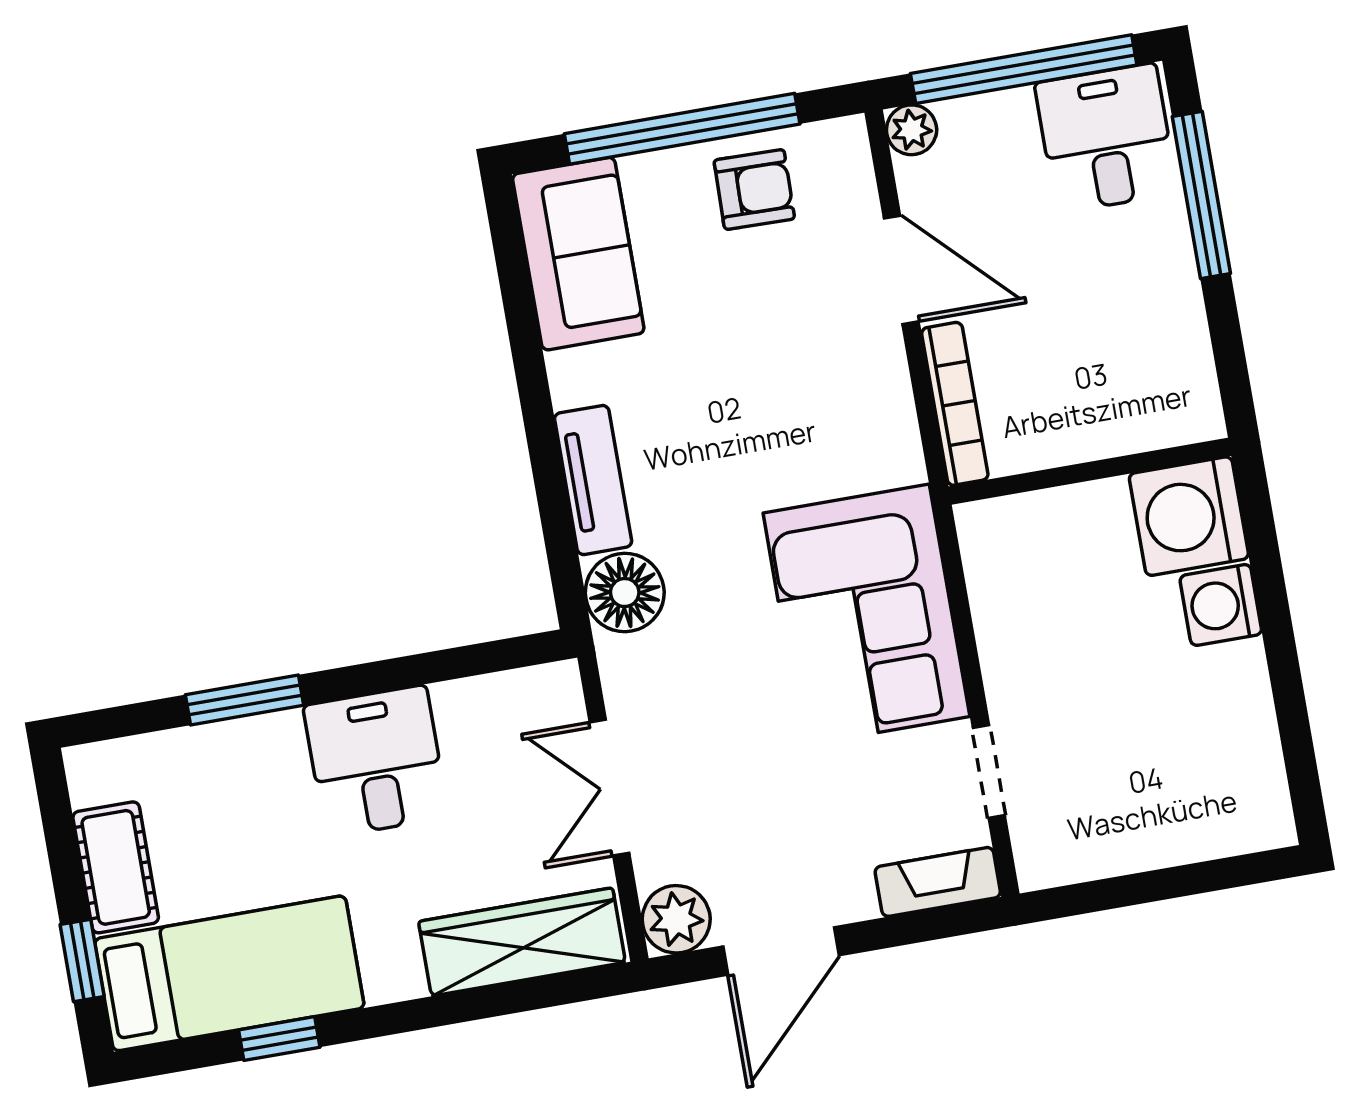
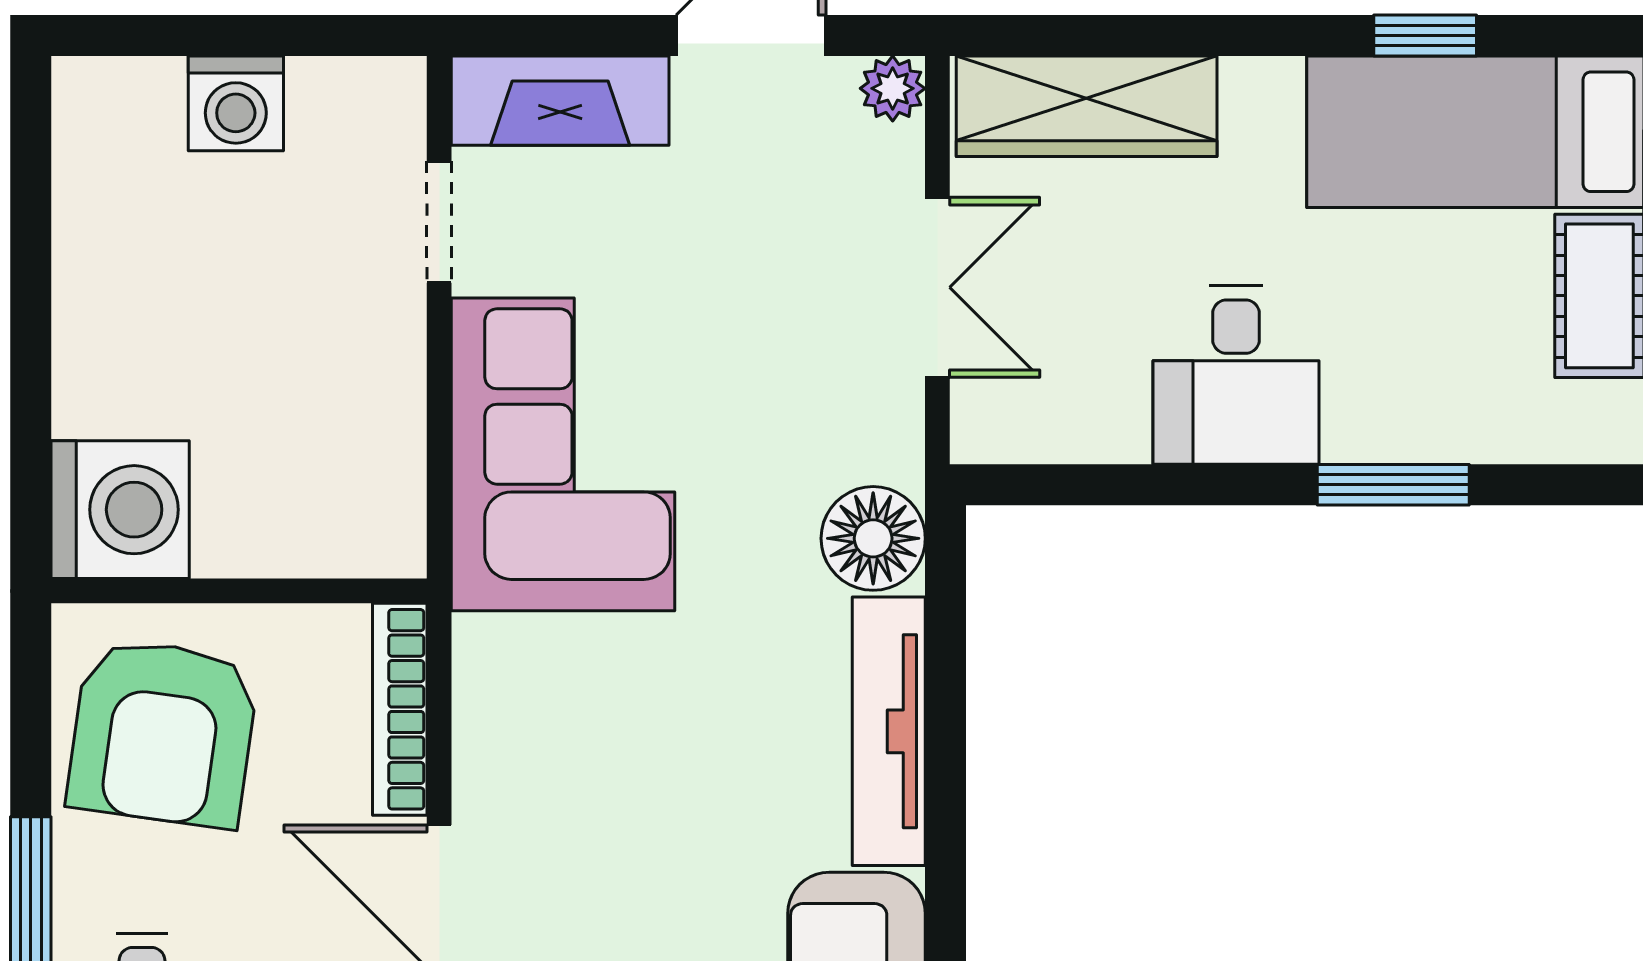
armchair: (1128, 356) -> (163, 733), added
tv unit: (593, 480) -> (889, 731), width x1.41
washing machine: (1221, 605) -> (236, 103), moved, turned 90
fireplace: (938, 882) -> (560, 101), width x1.37, depth x1.32
plant: (676, 919) -> (893, 88), width x0.73, depth x0.73

